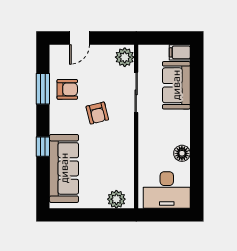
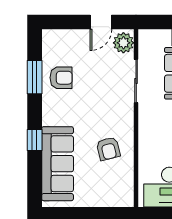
door: (80, 38) -> (101, 22), moved
armchair: (97, 113) -> (108, 149), moved
plant: (116, 199) -> (115, 197), removed

